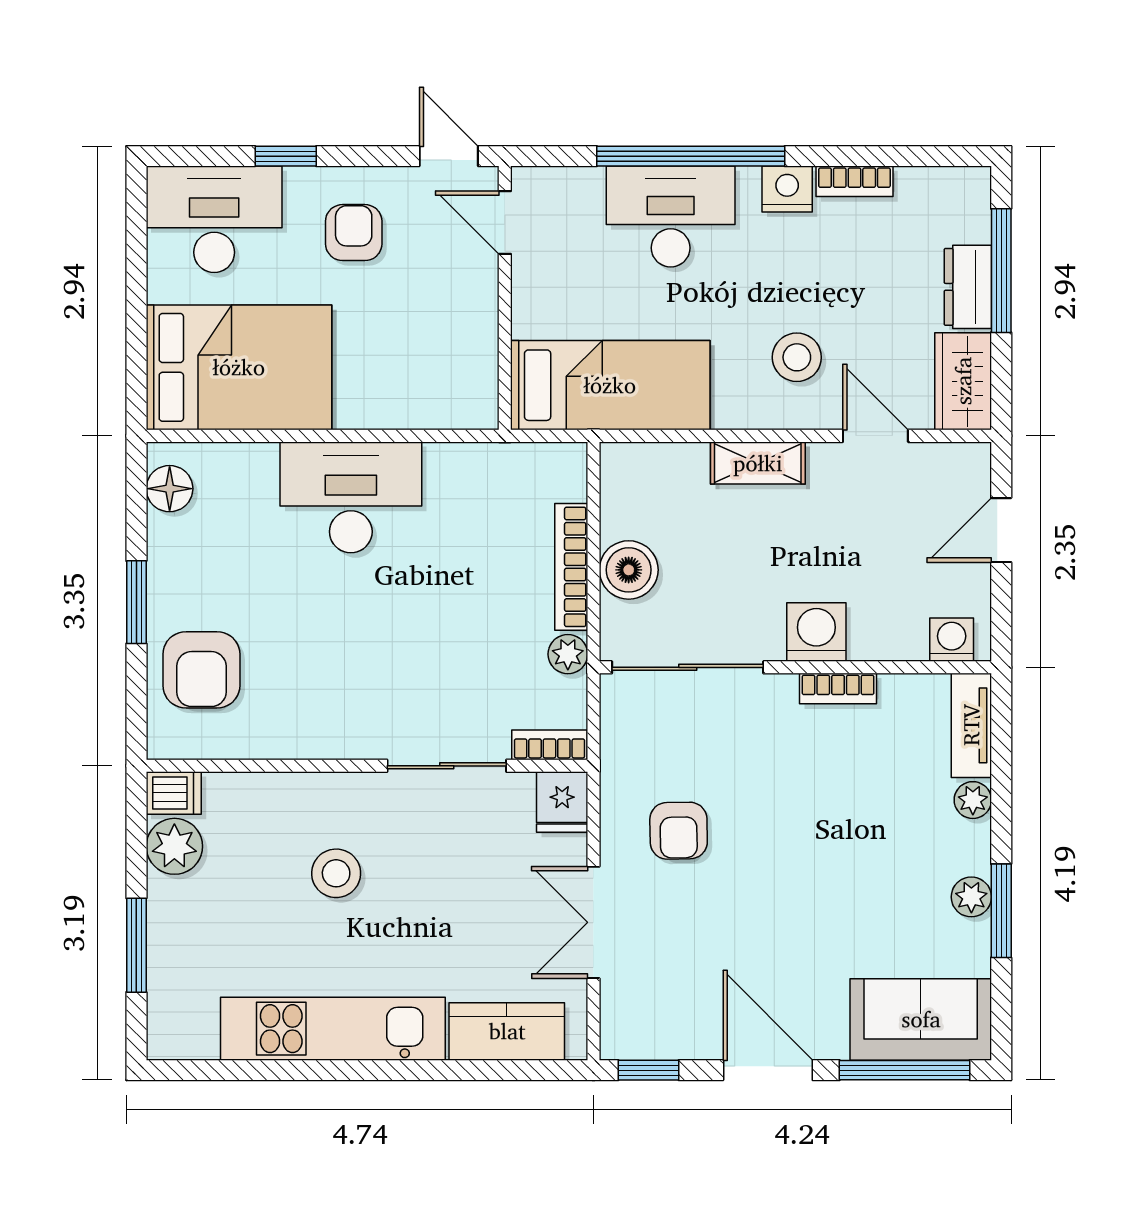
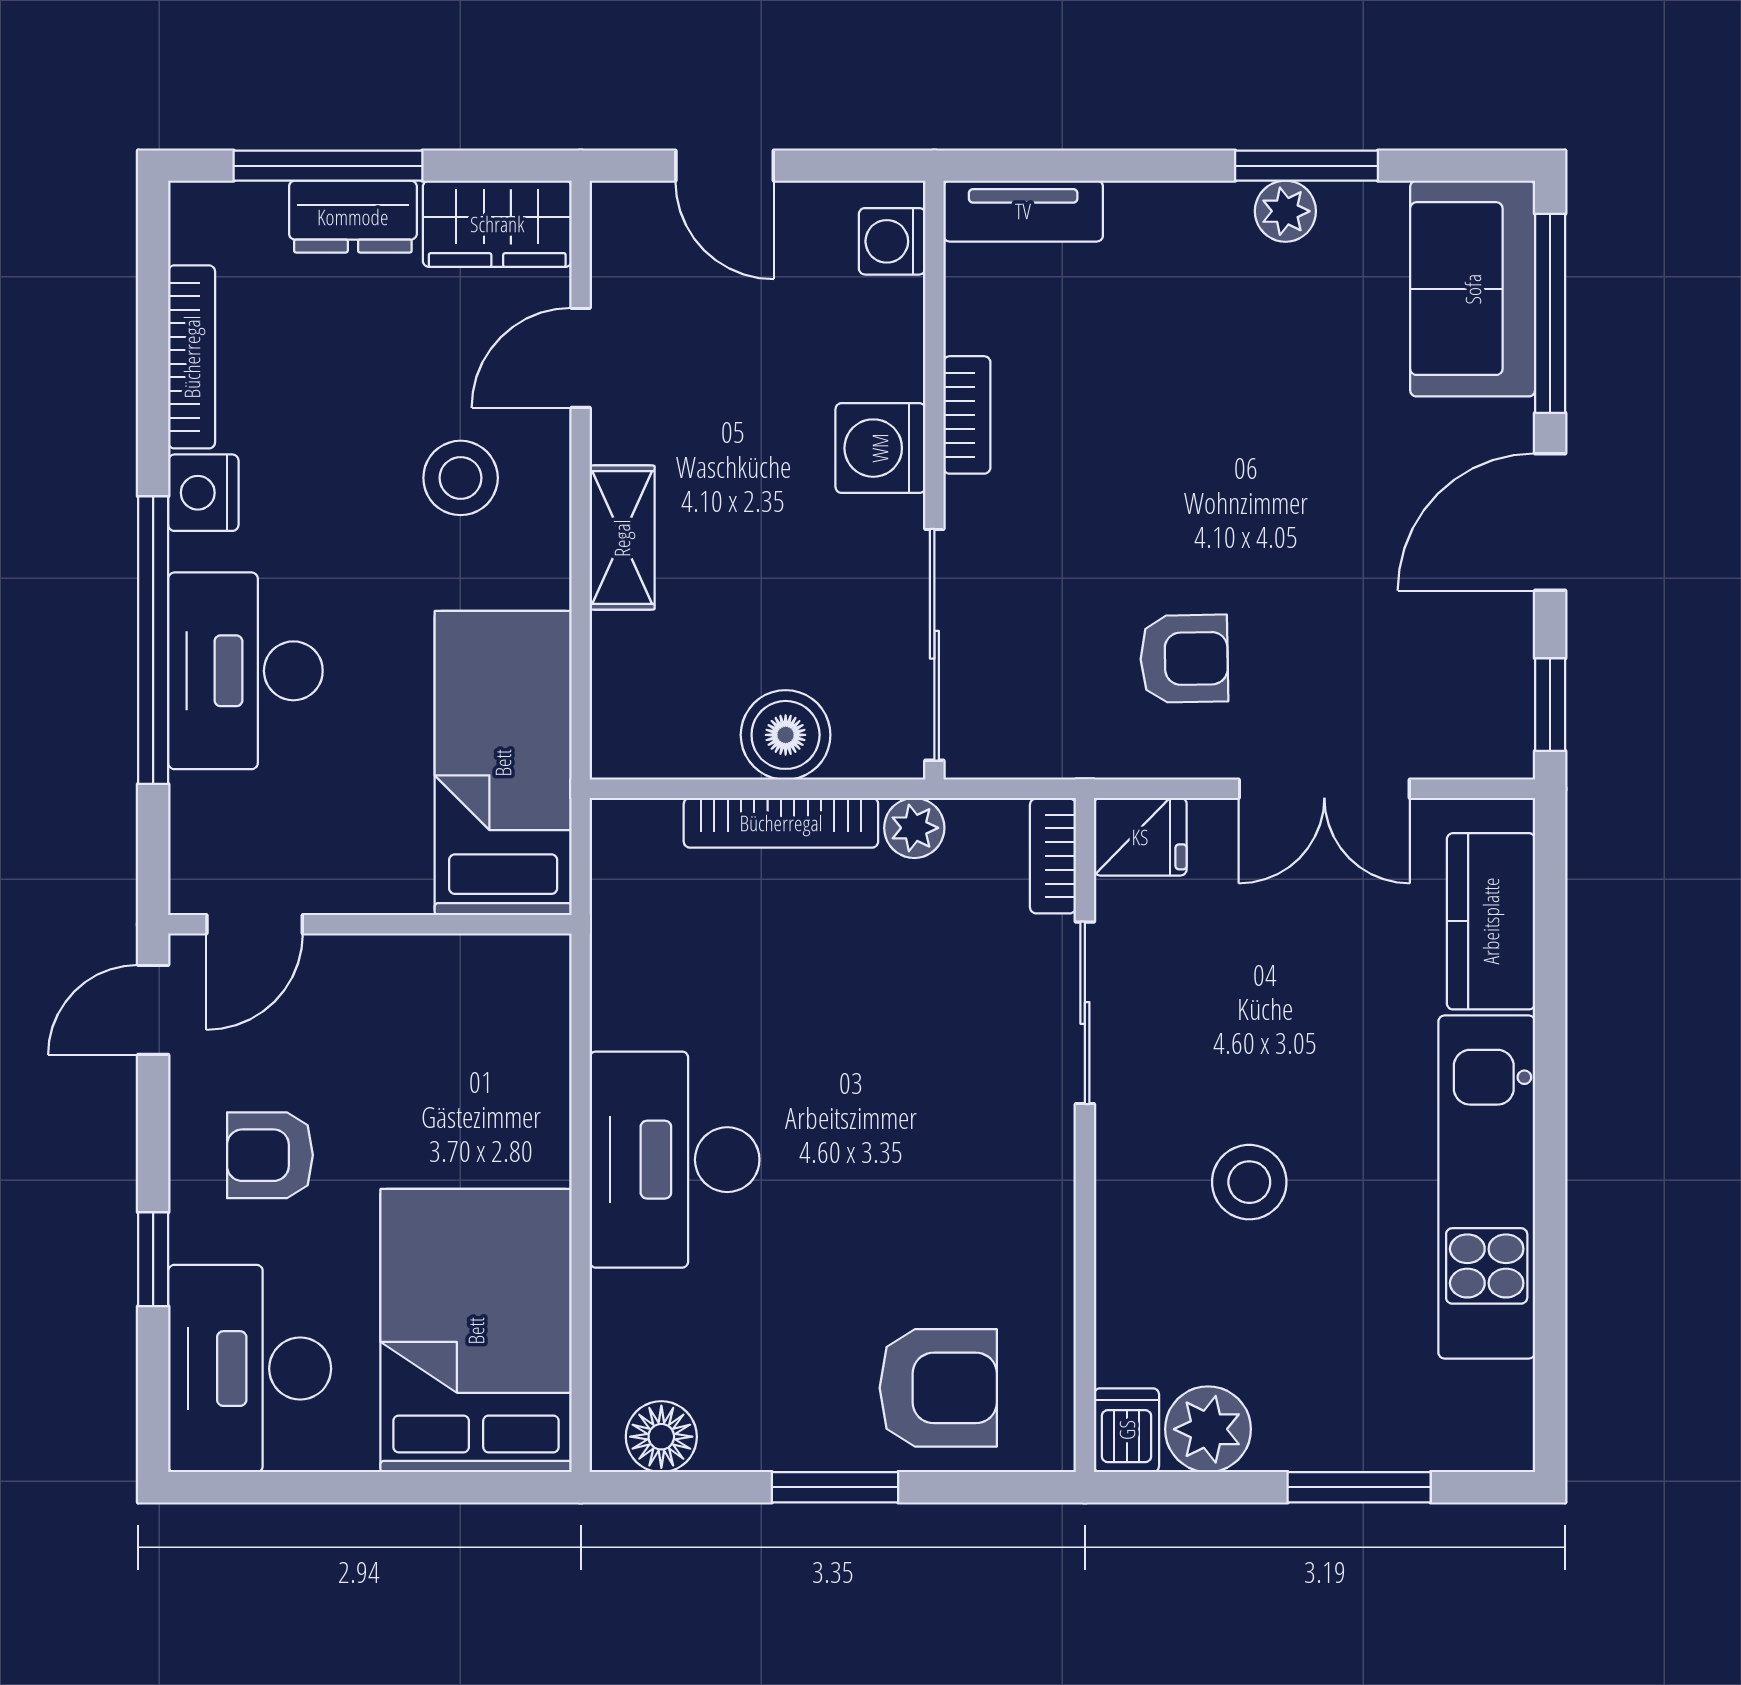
bookcase: (854, 181) -> (192, 357), width x1.56
plant: (973, 800) -> (1137, 209), removed

